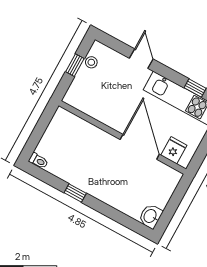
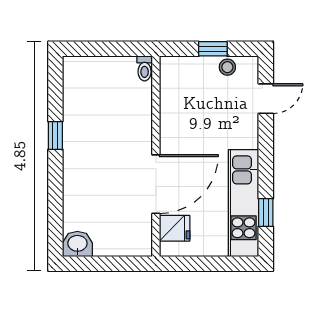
door: (141, 59) -> (266, 99), moved
toilet: (38, 161) -> (145, 68), moved

